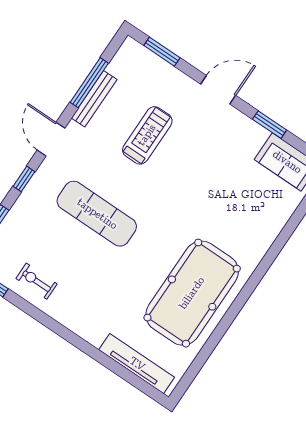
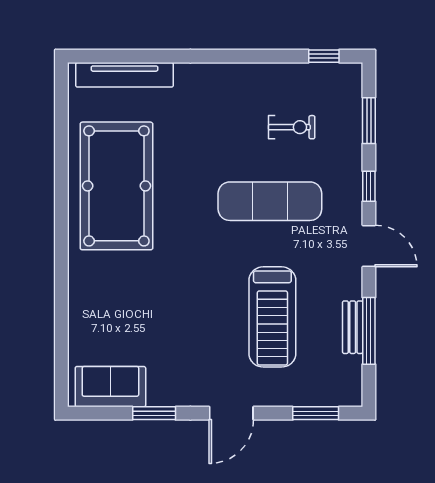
bench: (94, 99) -> (353, 327), width x0.73
treadmill: (147, 135) -> (272, 317), width x1.37, depth x1.38
exercise bike: (37, 281) -> (292, 127), moved

